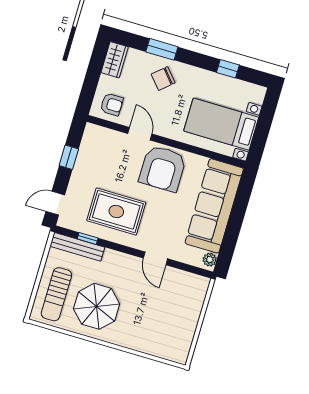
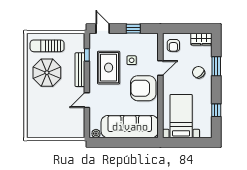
side table: (115, 174) -> (132, 60), added
bench: (77, 247) -> (80, 70), moved

